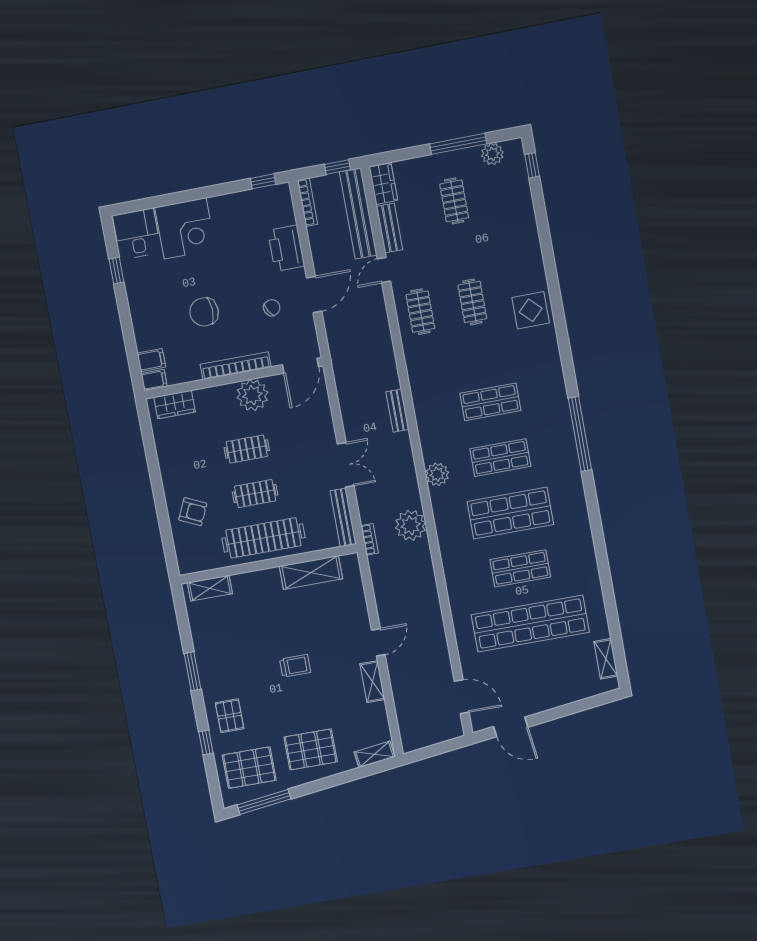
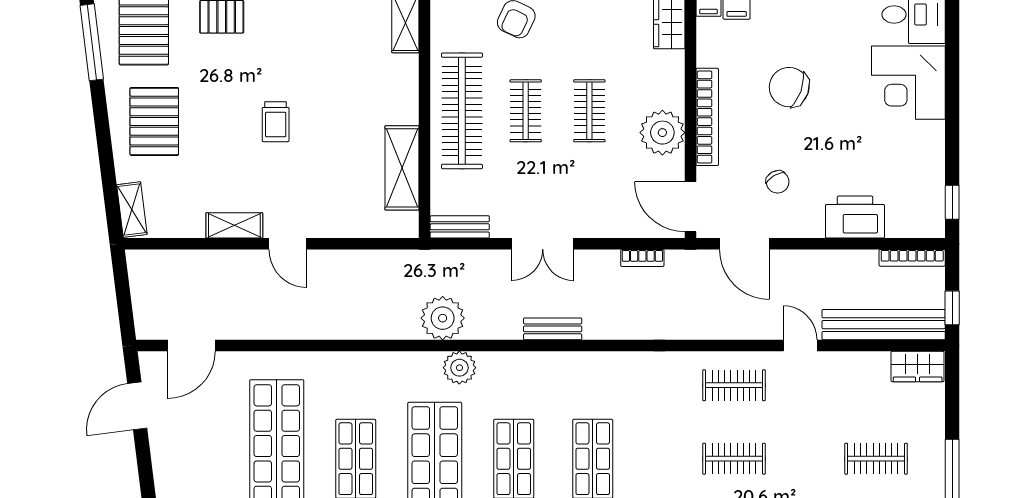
bench: (390, 228) -> (856, 364), removed
door: (314, 295) -> (744, 244), moved
chair: (204, 312) -> (789, 87), turned -69
bench: (397, 411) -> (553, 329), moved
plant: (437, 474) -> (459, 368), moved
bench: (343, 517) -> (460, 227), width x0.73
bookcase: (370, 539) -> (642, 258), moved

